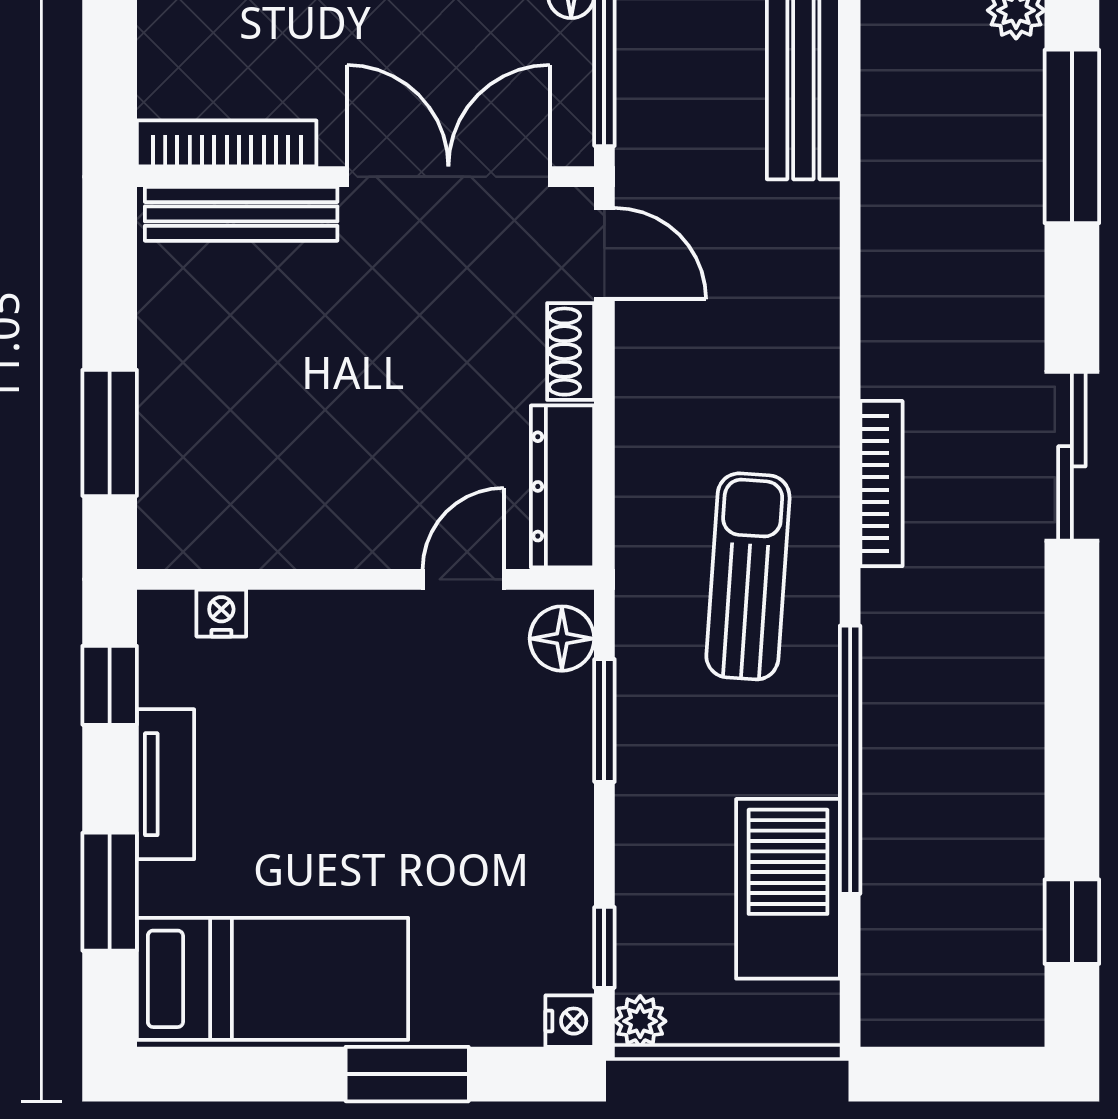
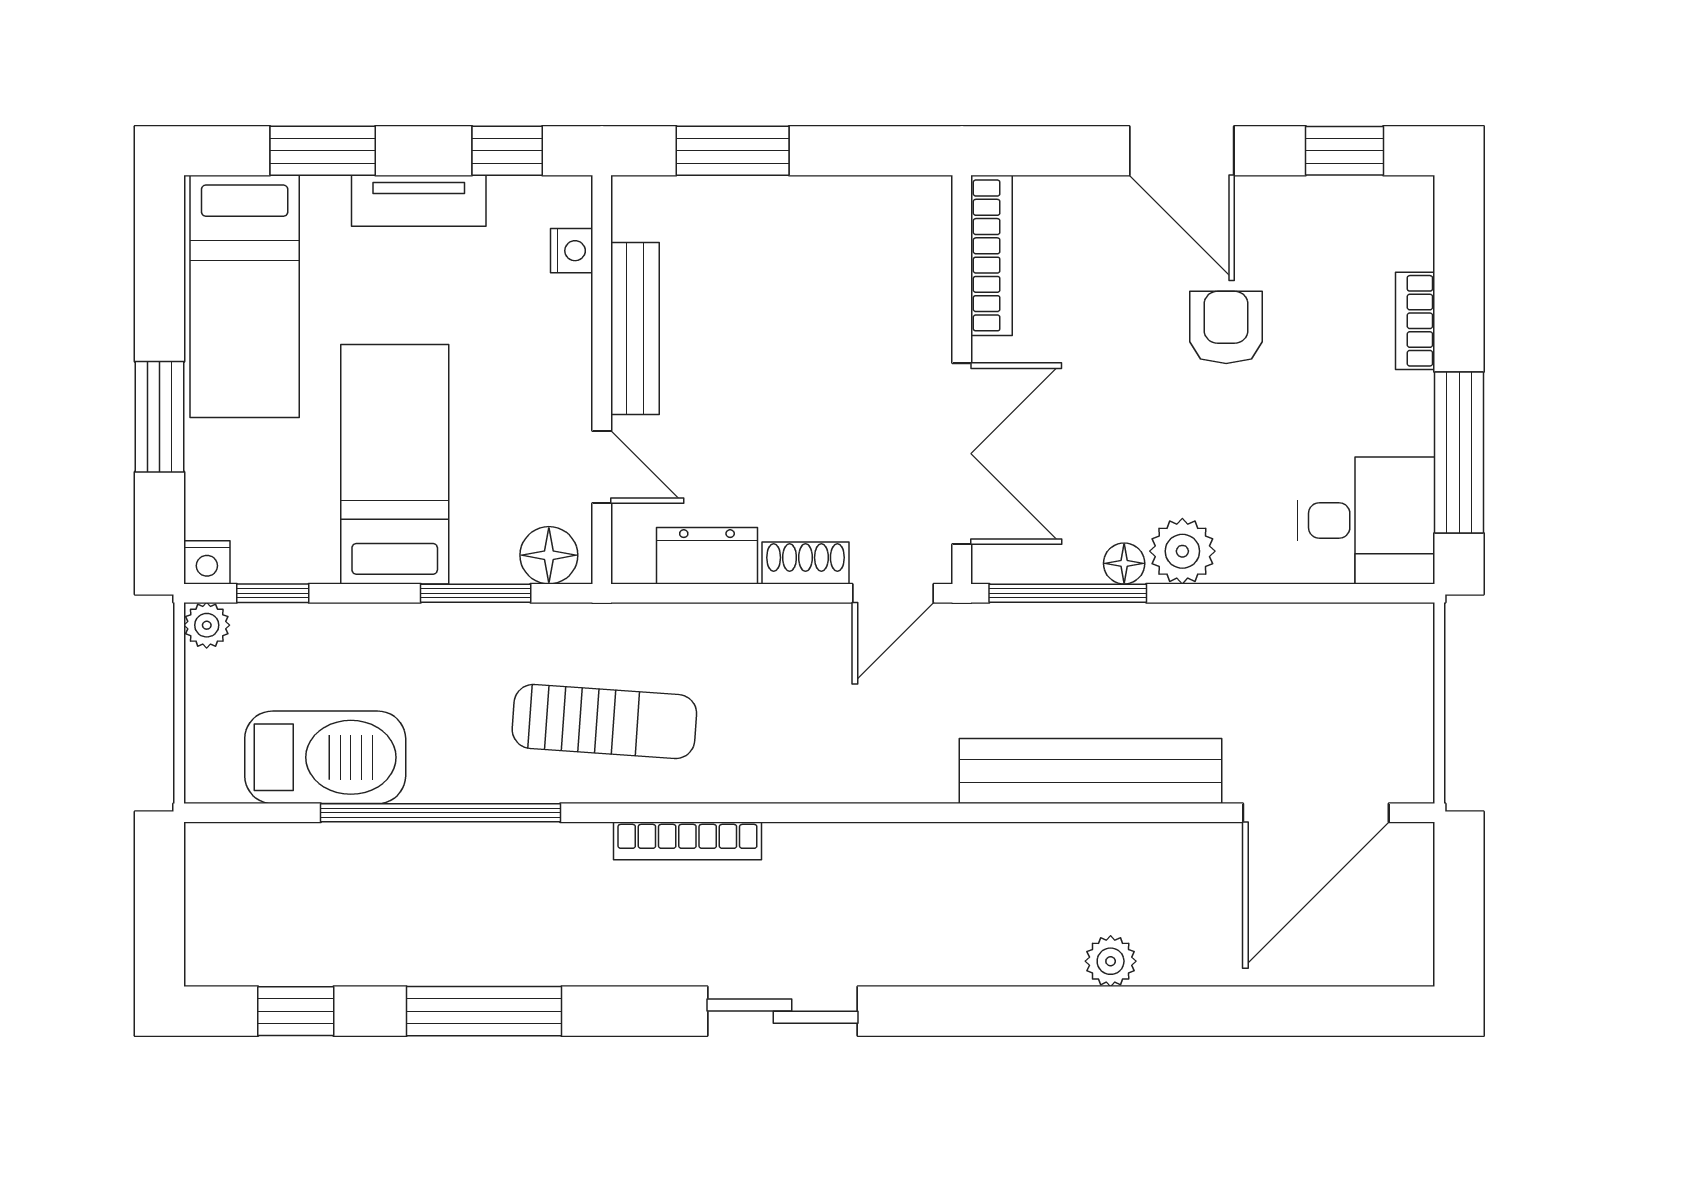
window: (1072, 136) -> (484, 1011), moved
bench: (241, 214) -> (635, 329), moved
sliding door: (1072, 456) -> (782, 1011), moved
dresser: (562, 486) -> (707, 556), width x0.70
bed: (460, 811) -> (395, 464), added

